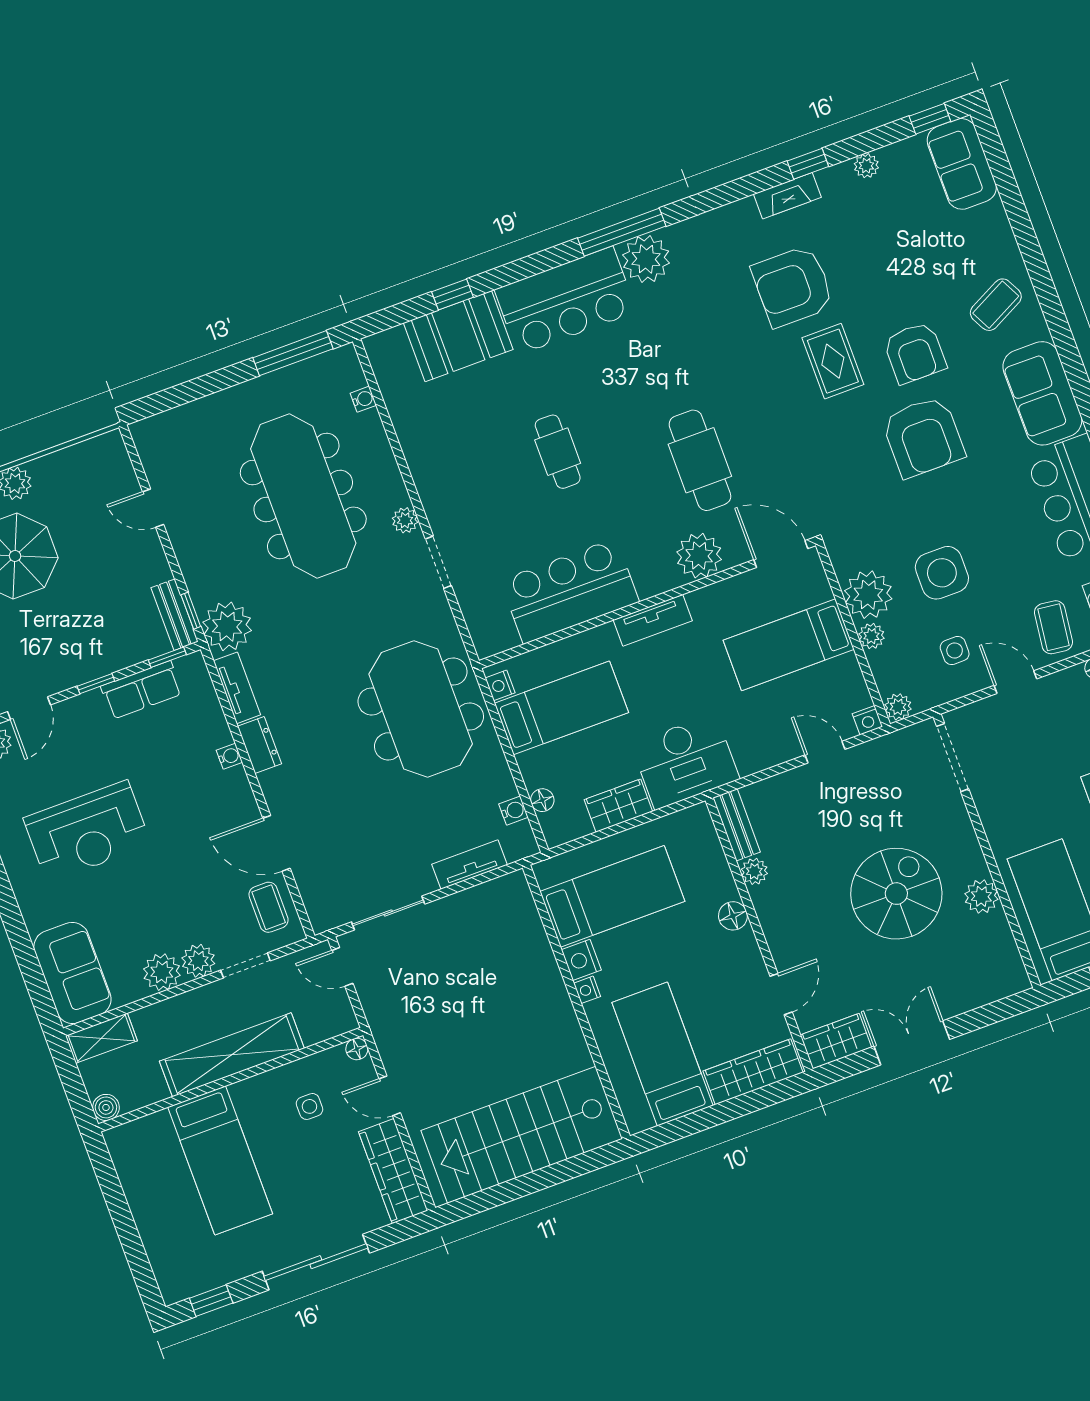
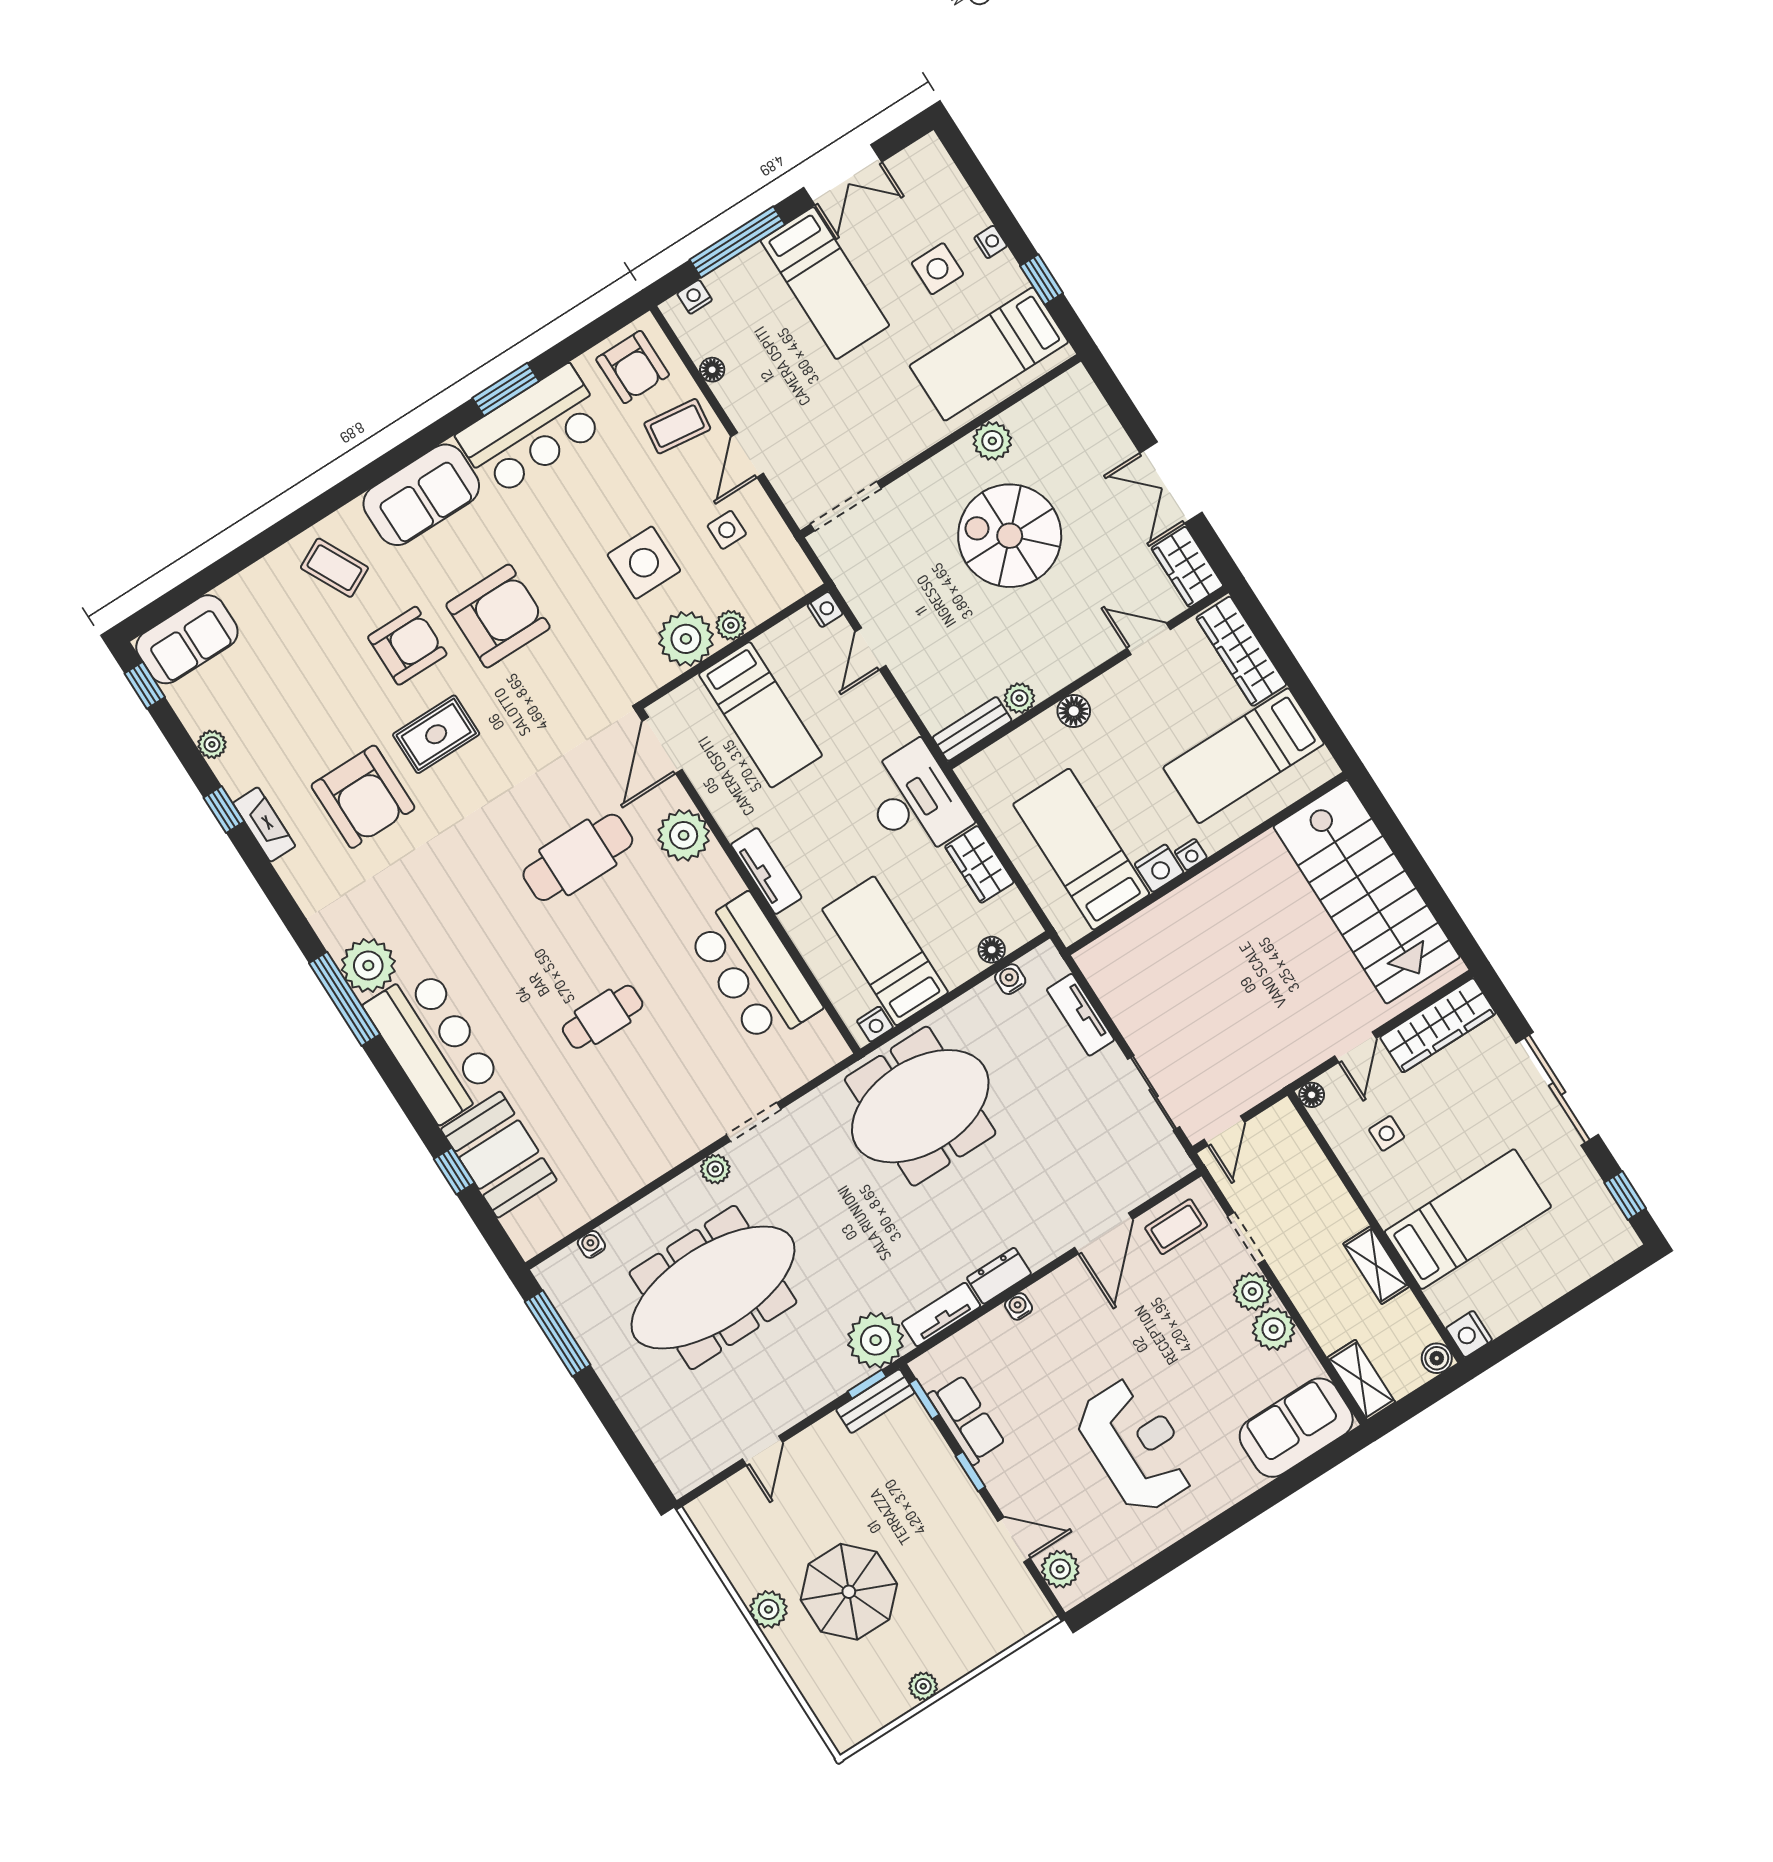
plant: (898, 707) -> (803, 579), removed
shelving: (232, 1055) -> (1376, 1265), width x0.45, depth x0.75
nightstand: (121, 1140) -> (1469, 1334), added

